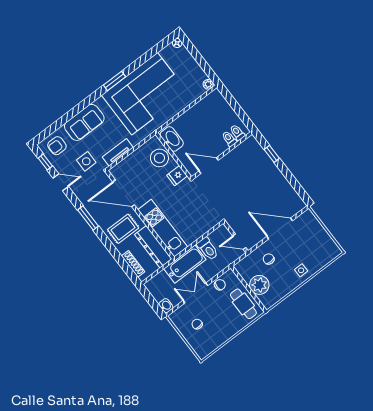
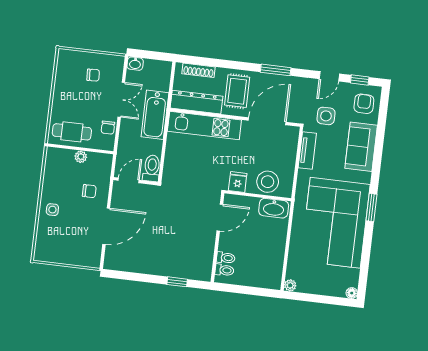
toilet: (208, 249) -> (152, 168), moved, turned 90
plant: (259, 285) -> (81, 157), width x0.53, depth x0.53

